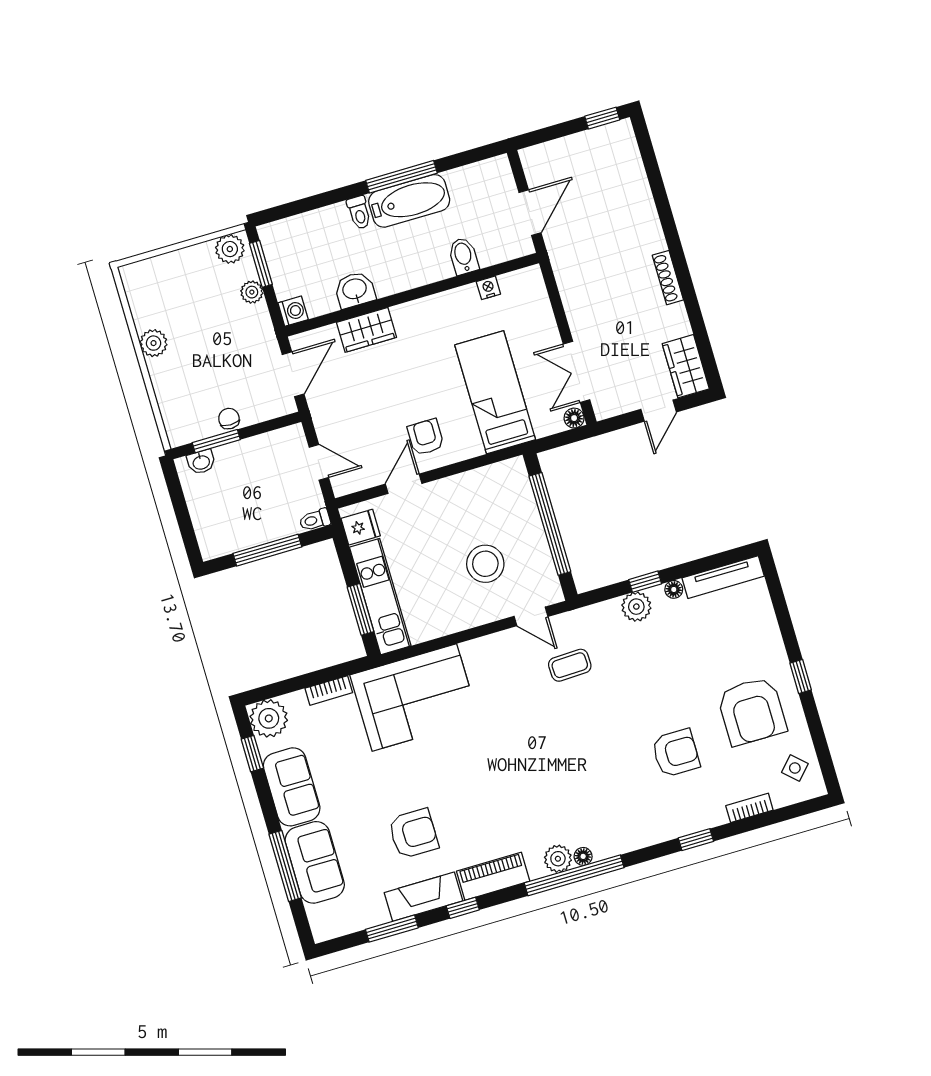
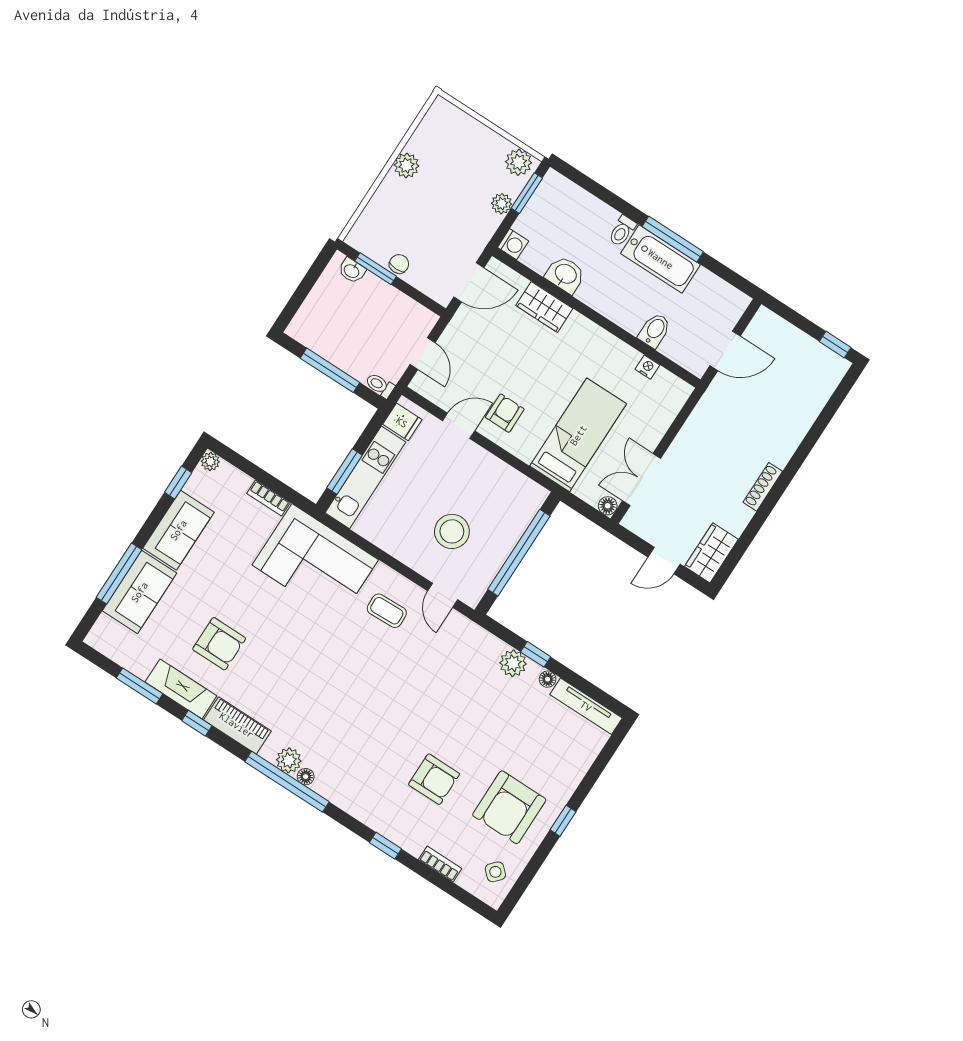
coffee table: (570, 665) -> (387, 611), moved
plant: (269, 718) -> (210, 461), width x0.53, depth x0.53

